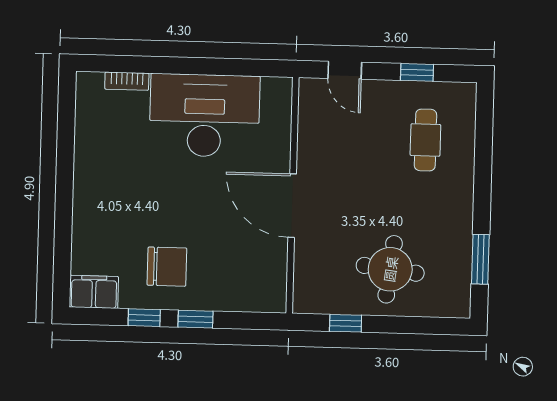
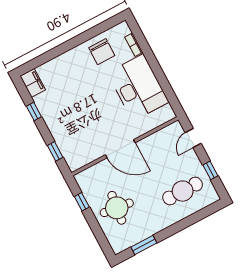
cafe table: (425, 140) -> (183, 191), width x1.37, depth x1.35
door: (292, 206) -> (120, 149), swing flipped
chair: (167, 267) -> (102, 52), moved
window: (196, 319) -> (55, 151), moved

